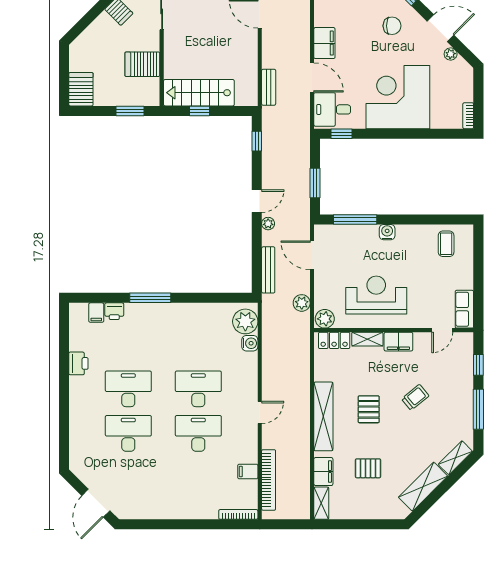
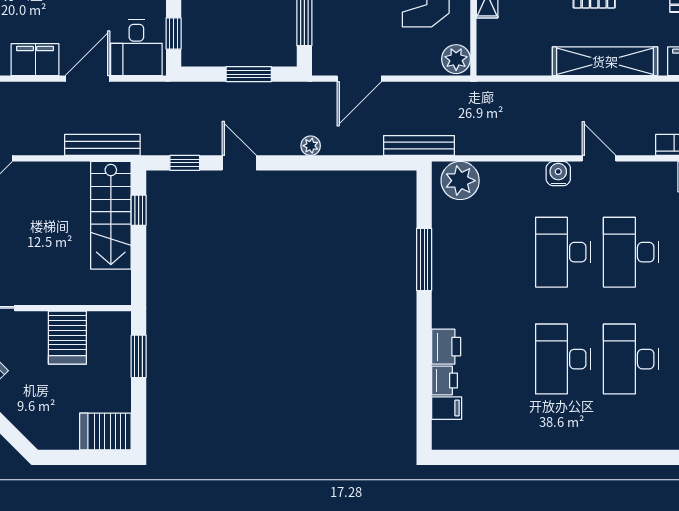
bench: (269, 87) -> (102, 145), width x1.36
stairs: (199, 93) -> (111, 215), moved
window: (199, 111) -> (139, 210), moved
door: (257, 201) -> (239, 163), moved
bench: (268, 270) -> (419, 145), moved
window: (150, 298) -> (424, 260), moved
plant: (302, 303) -> (432, 94), removed
locker: (334, 340) -> (489, 45), removed
water cooler: (250, 343) -> (558, 174), moved
printer: (78, 363) -> (446, 347), moved, turned 90

